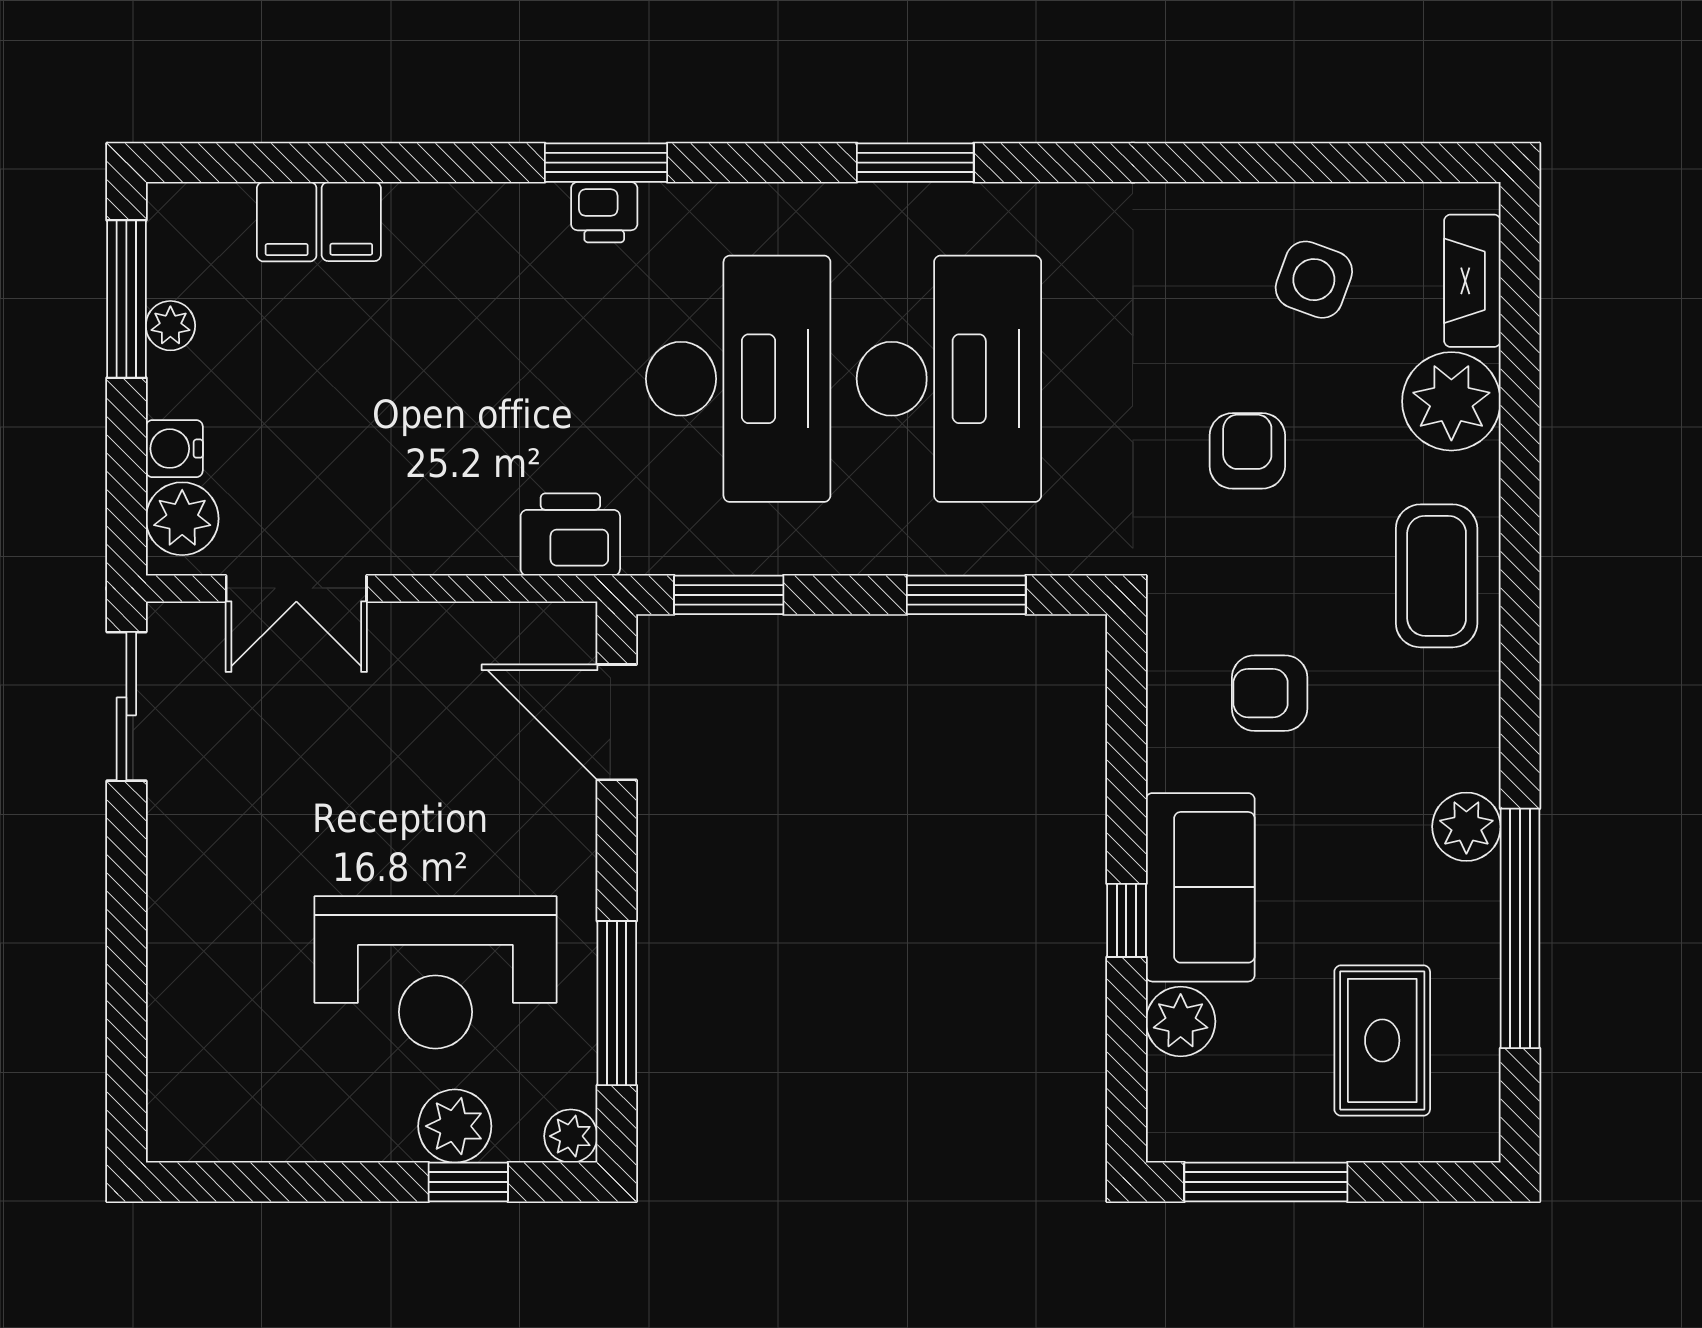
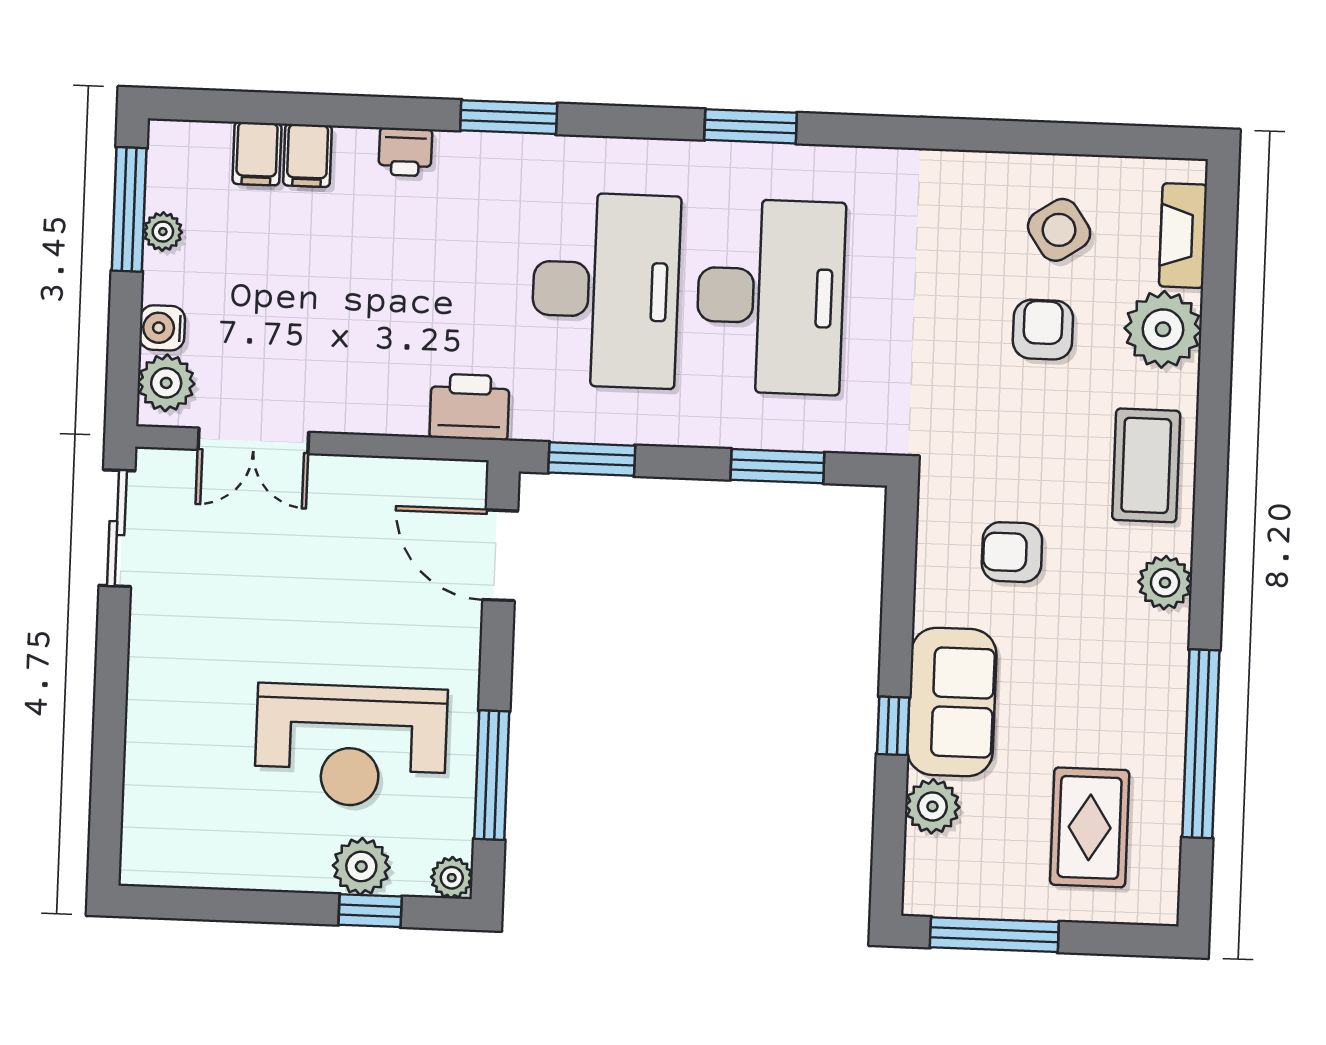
printer: (604, 212) -> (405, 152), moved
side table: (1314, 280) -> (1059, 230), turned 36
armchair: (1247, 451) -> (1043, 330), moved
plant: (1466, 827) -> (1165, 583), moved

